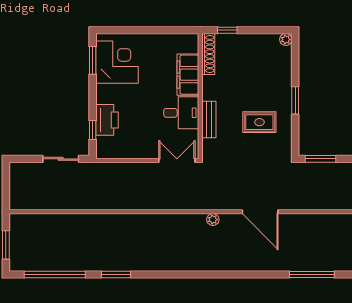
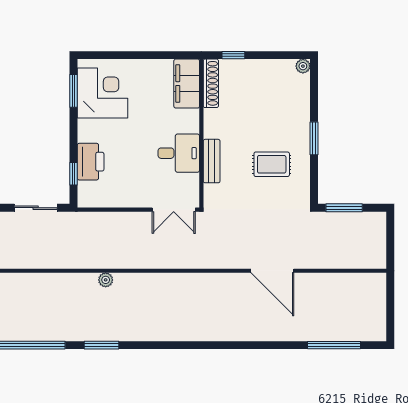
filing cabinet: (188, 75) -> (187, 84), moved
double door: (177, 160) -> (174, 210), swing flipped
plant: (213, 220) -> (106, 280), moved

